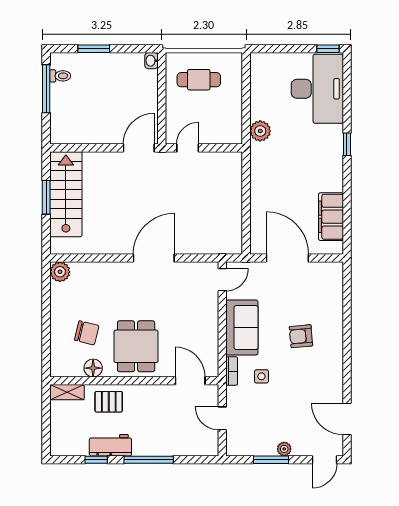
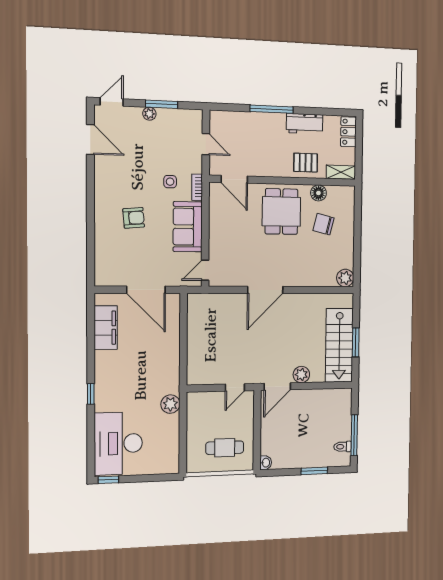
plant: (111, 161) -> (301, 375), added
locker: (59, 438) -> (348, 132), added
window: (96, 460) -> (317, 111), removed

